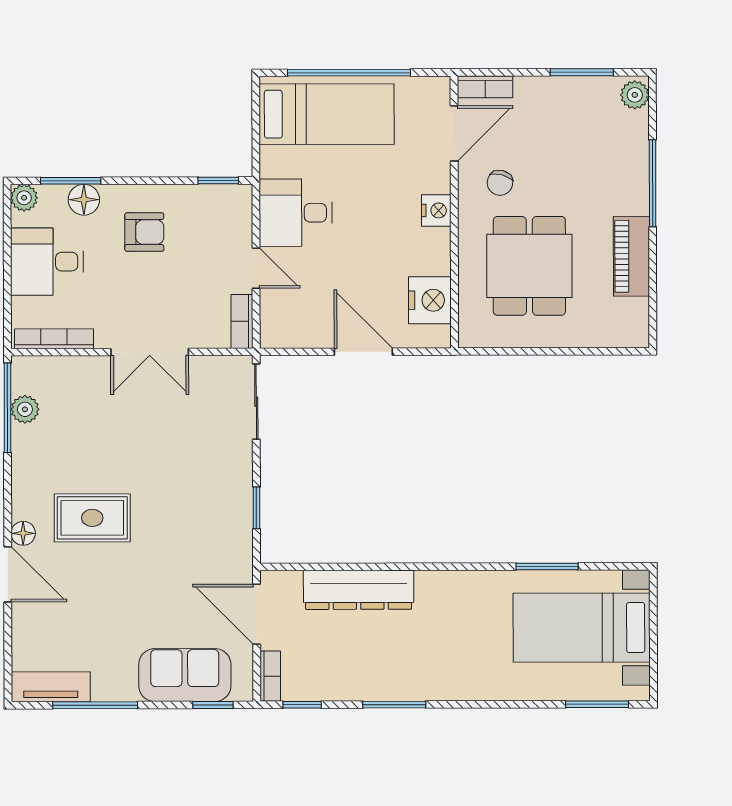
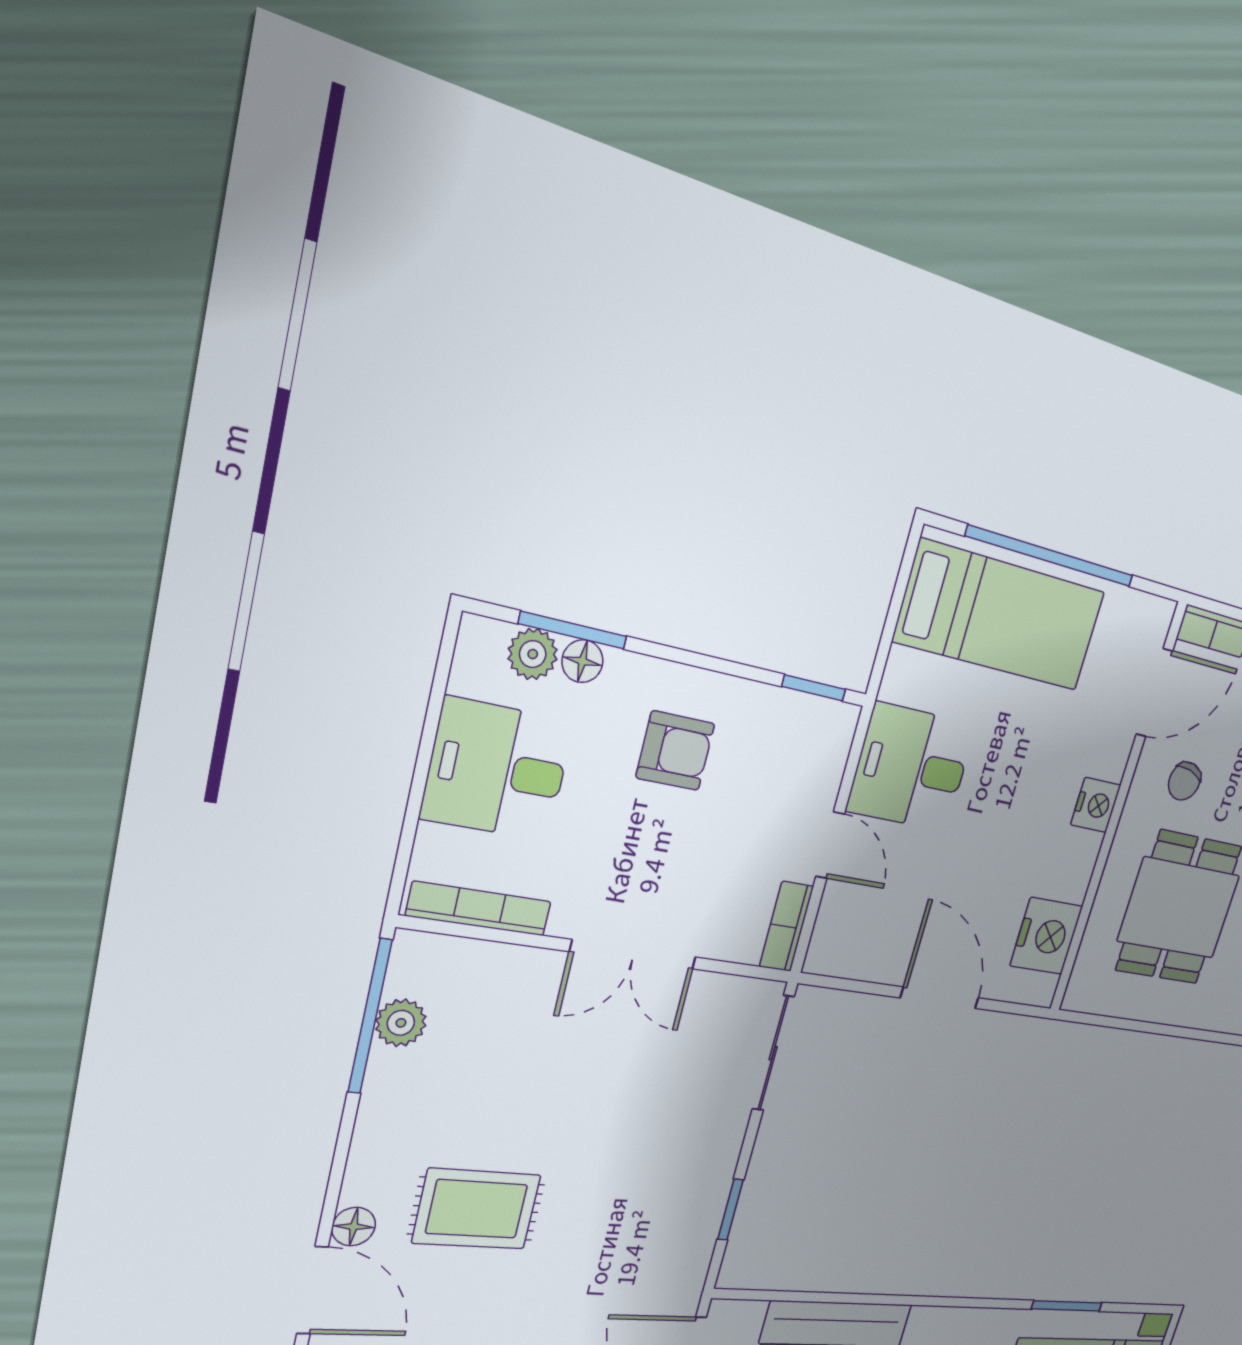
plant: (24, 198) -> (533, 654), moved
floor lamp: (84, 200) -> (582, 661), width x0.73, depth x0.73

